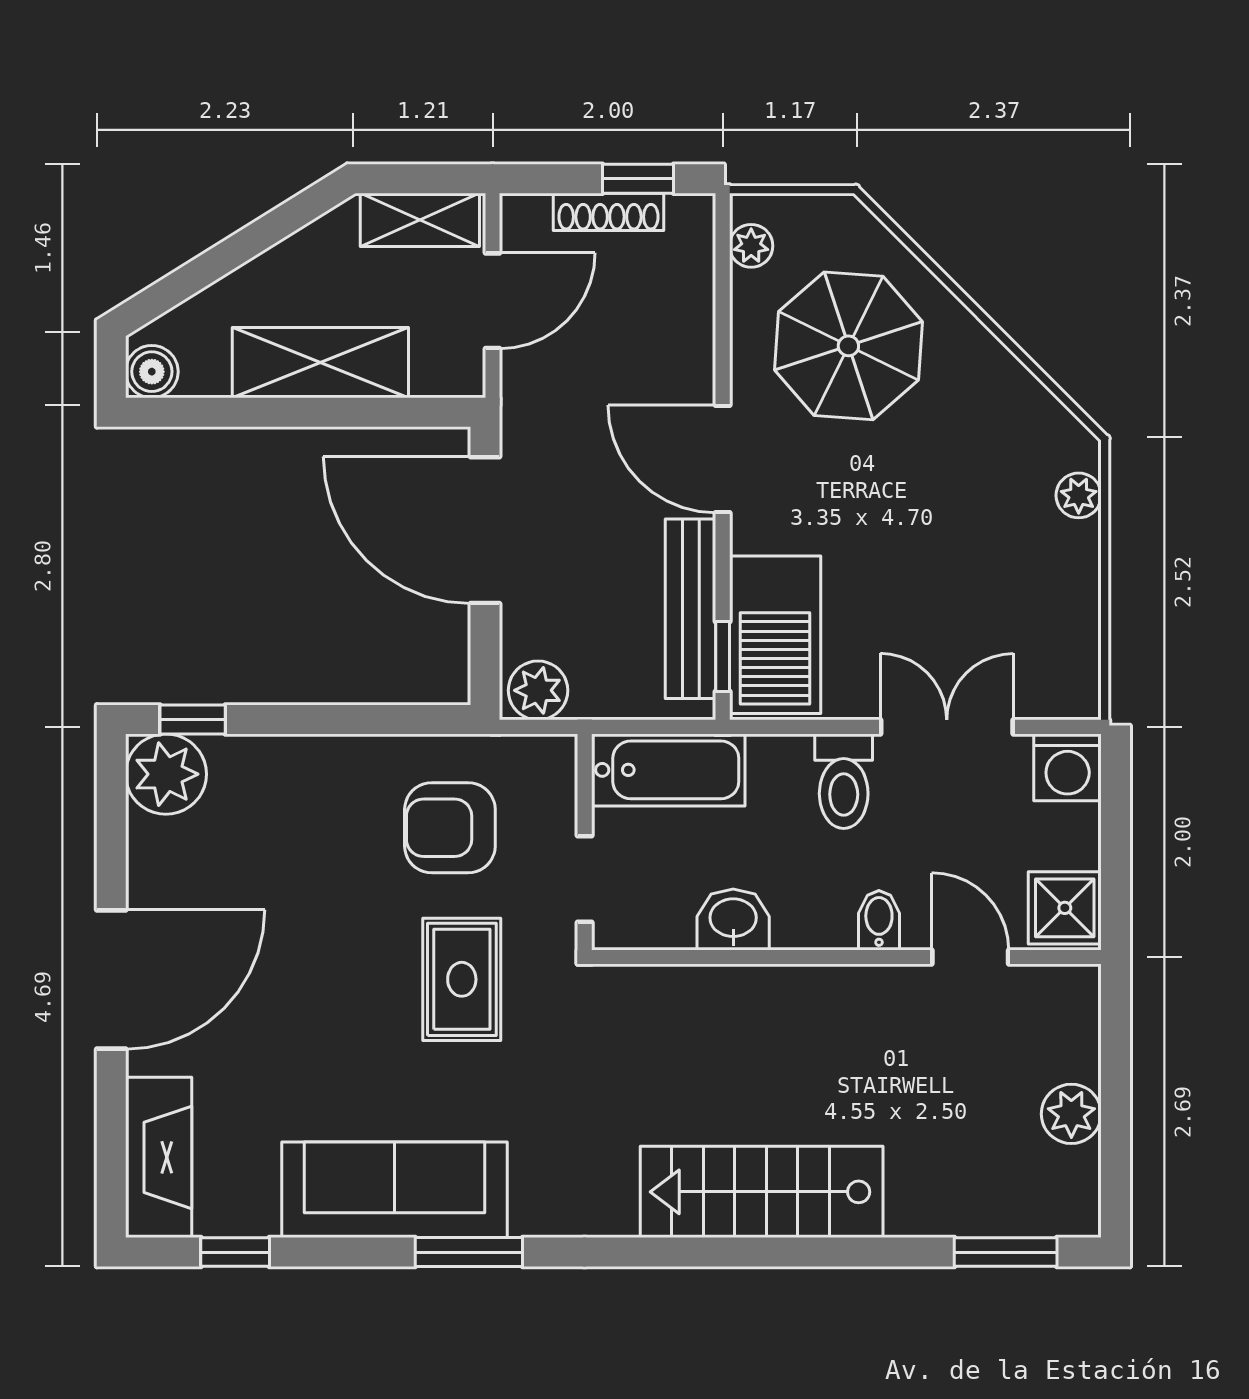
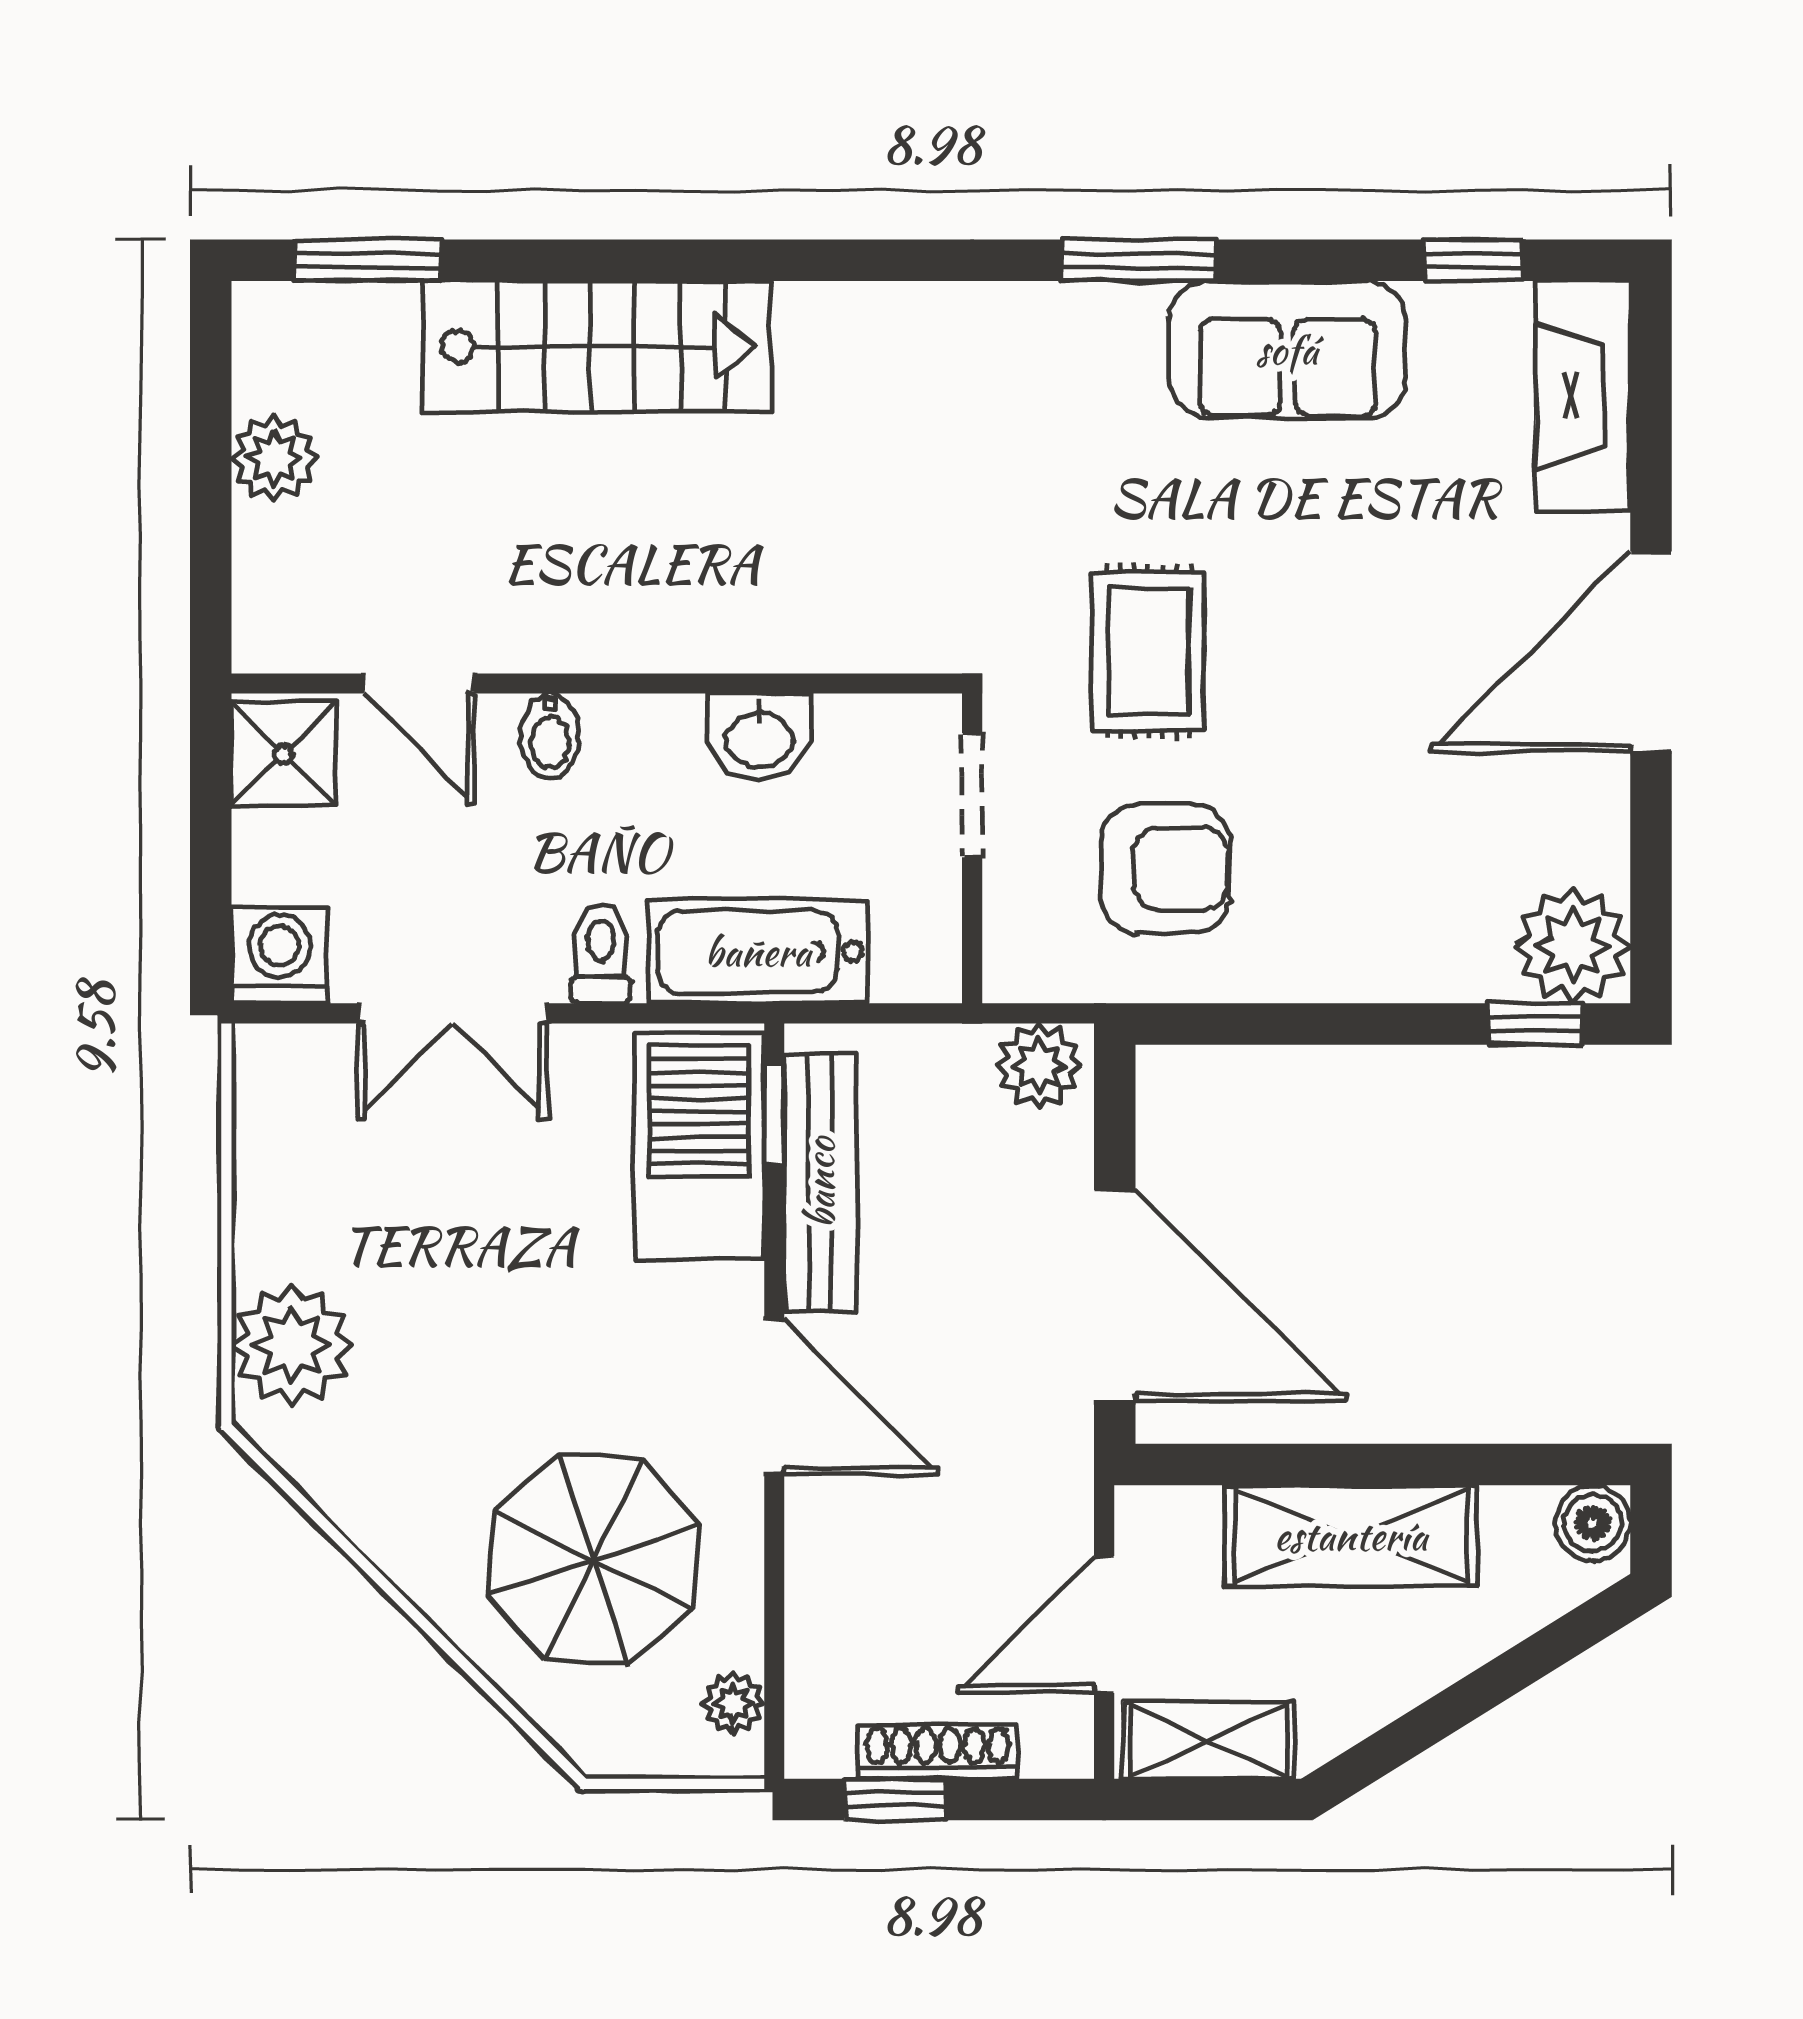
plant: (1079, 495) -> (292, 1345), width x1.88, depth x1.88
bathtub: (668, 770) -> (758, 952), moved
toilet: (844, 781) -> (601, 954), width x0.73, depth x0.72
sofa: (395, 1190) -> (1287, 350), width x0.73
stairs: (762, 1192) -> (597, 346), moved

